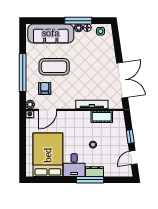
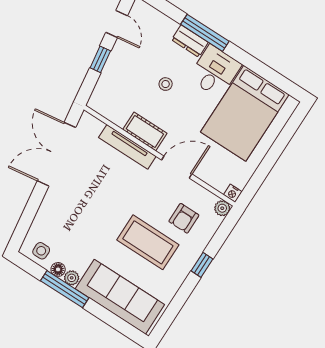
window: (23, 72) -> (202, 265), width x0.32
door: (48, 110) -> (177, 167), moved
cot: (102, 117) -> (145, 131), moved
door: (133, 158) -> (117, 24), hinge flipped

